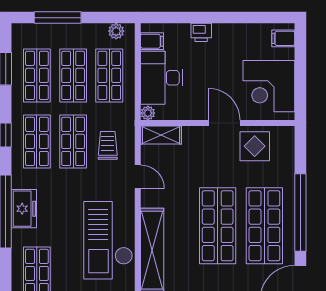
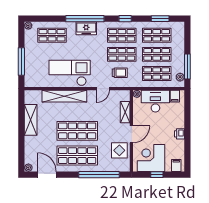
window: (58, 18) -> (187, 66), moved
printer: (201, 32) -> (179, 134), moved
window: (300, 75) -> (157, 175), added
shelving: (161, 135) -> (125, 112), moved
window: (300, 212) -> (99, 175), moved

